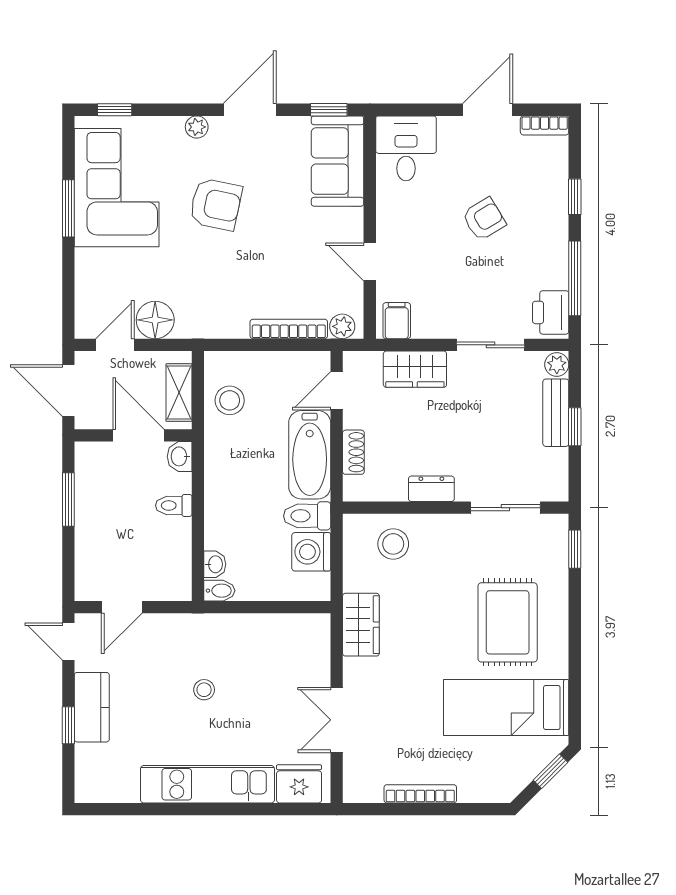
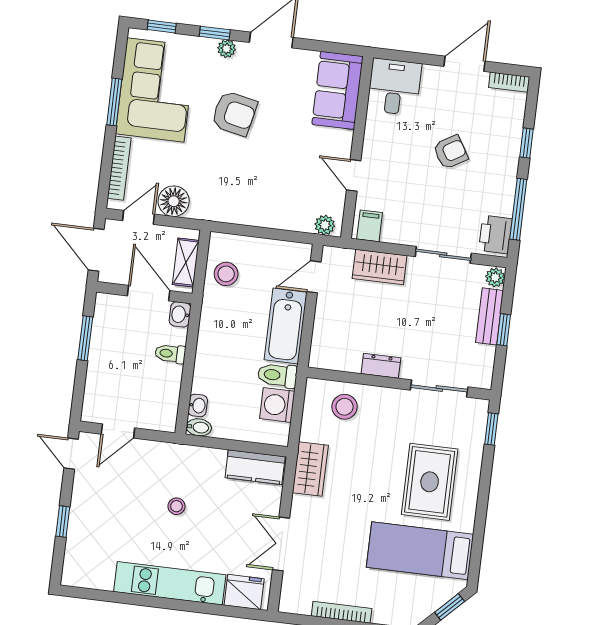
window: (329, 110) -> (215, 33), moved
bookcase: (289, 329) -> (119, 168), moved, turned 90
shoe rack: (353, 452) -> (321, 328), removed
kitchen counter: (92, 707) -> (255, 467), moved, turned 90

